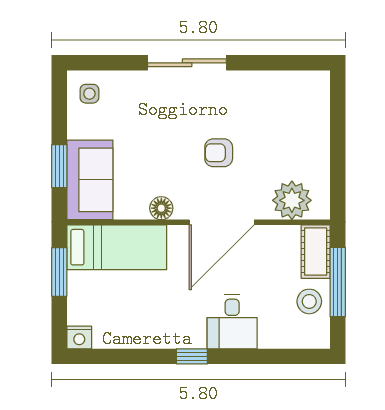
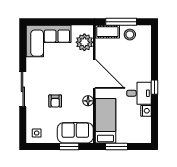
corner sofa: (295, 121) -> (49, 41), added
armchair: (219, 153) -> (55, 101), moved
desk: (232, 322) -> (139, 93), moved
nightstand: (79, 337) -> (146, 111), moved

